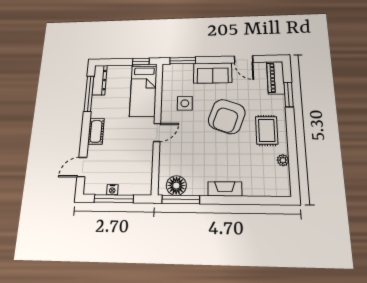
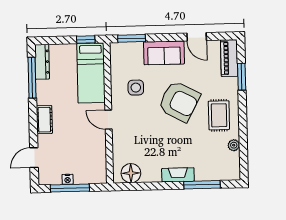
armchair: (227, 117) -> (179, 101), turned -82
door: (157, 132) -> (108, 120), swing flipped
window: (181, 199) -> (202, 185), moved

